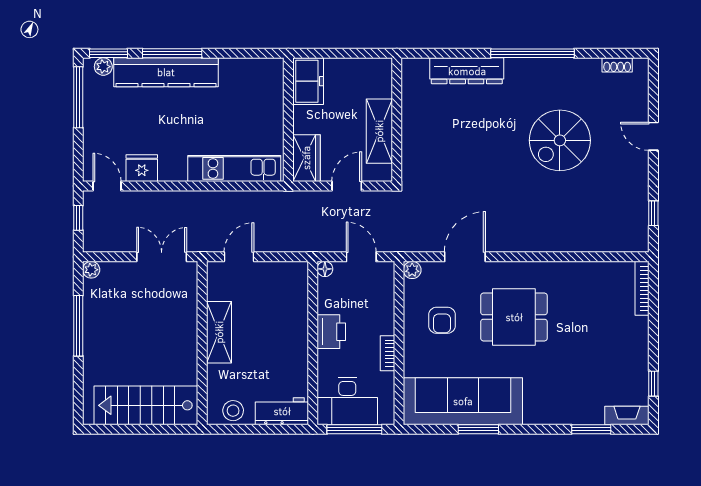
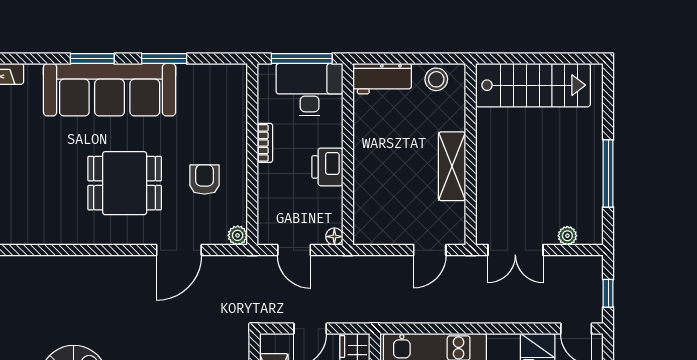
plant: (91, 270) -> (567, 236), moved
sofa: (463, 401) -> (110, 90), moved
window: (591, 429) -> (92, 59), moved

